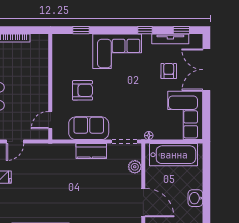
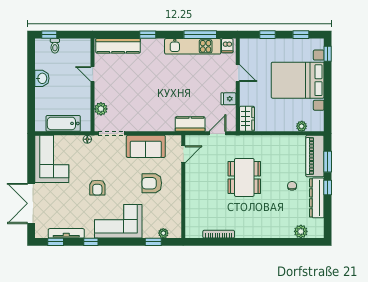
plant: (71, 39) -> (163, 233), added
double door: (206, 70) -> (31, 203), swing flipped
armchair: (169, 71) -> (97, 188), moved
kitchen counter: (91, 151) -> (190, 124), moved
bathtub: (174, 155) -> (63, 123), width x0.73, depth x0.73
door: (143, 203) -> (93, 74), width x0.53

